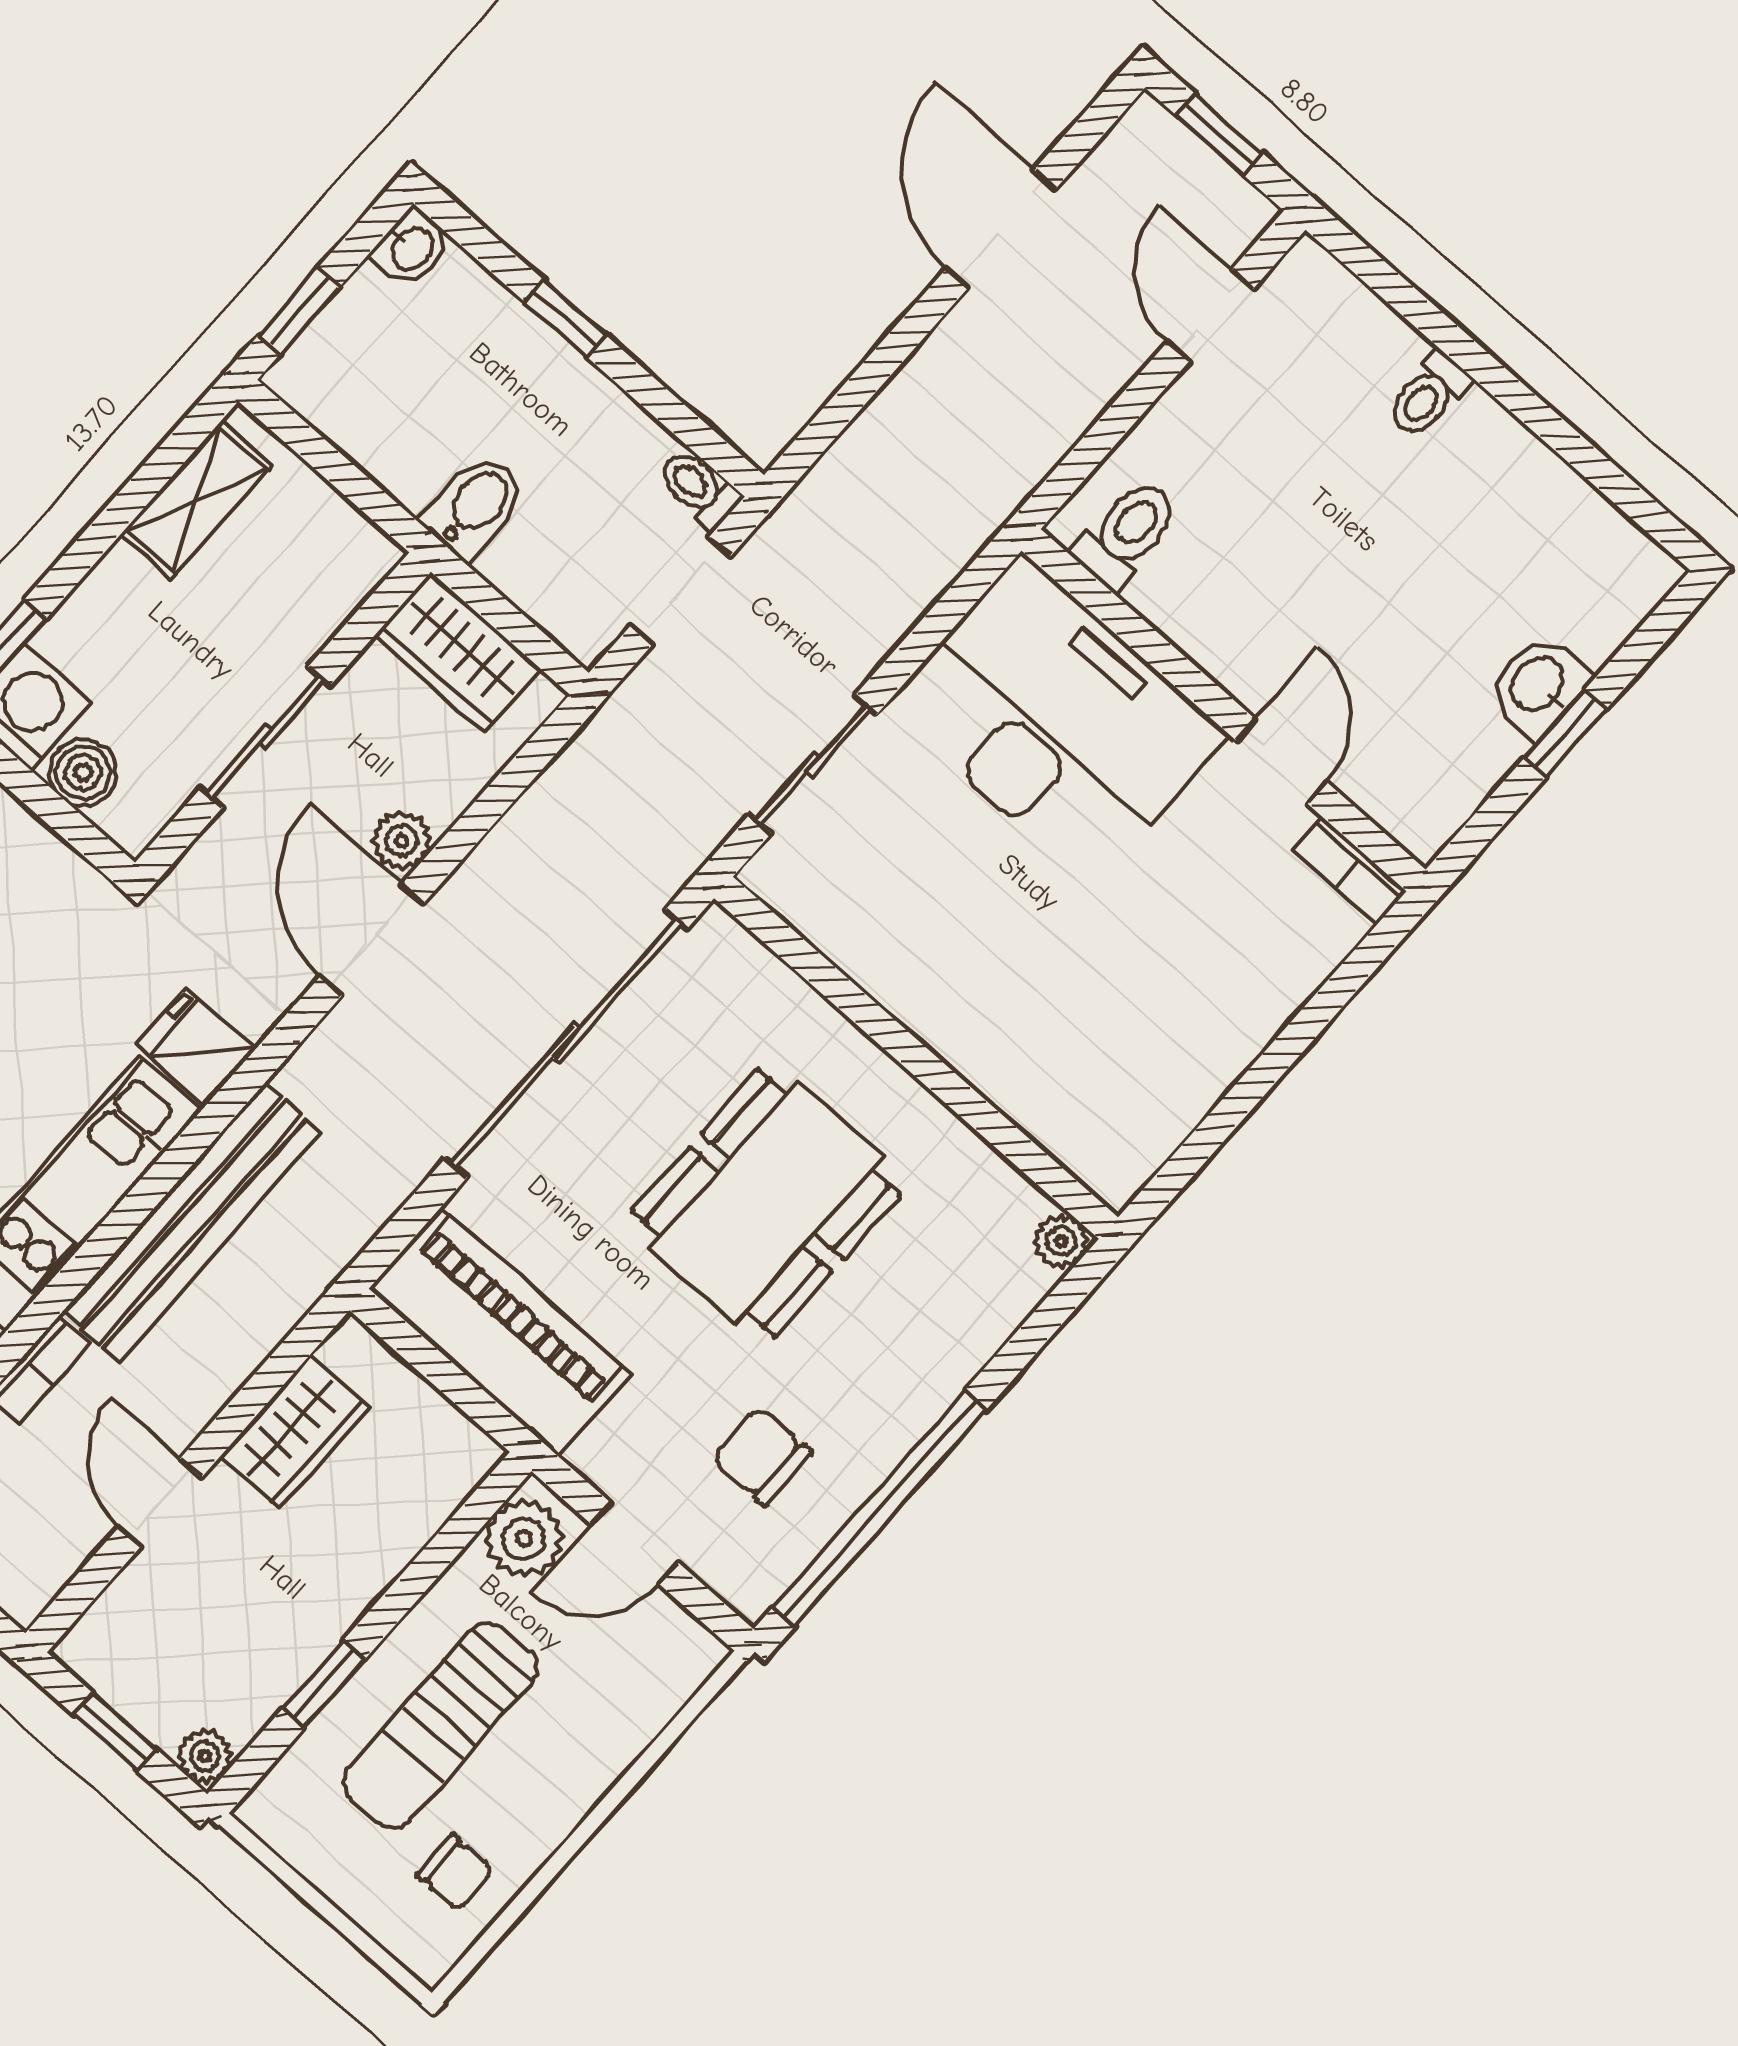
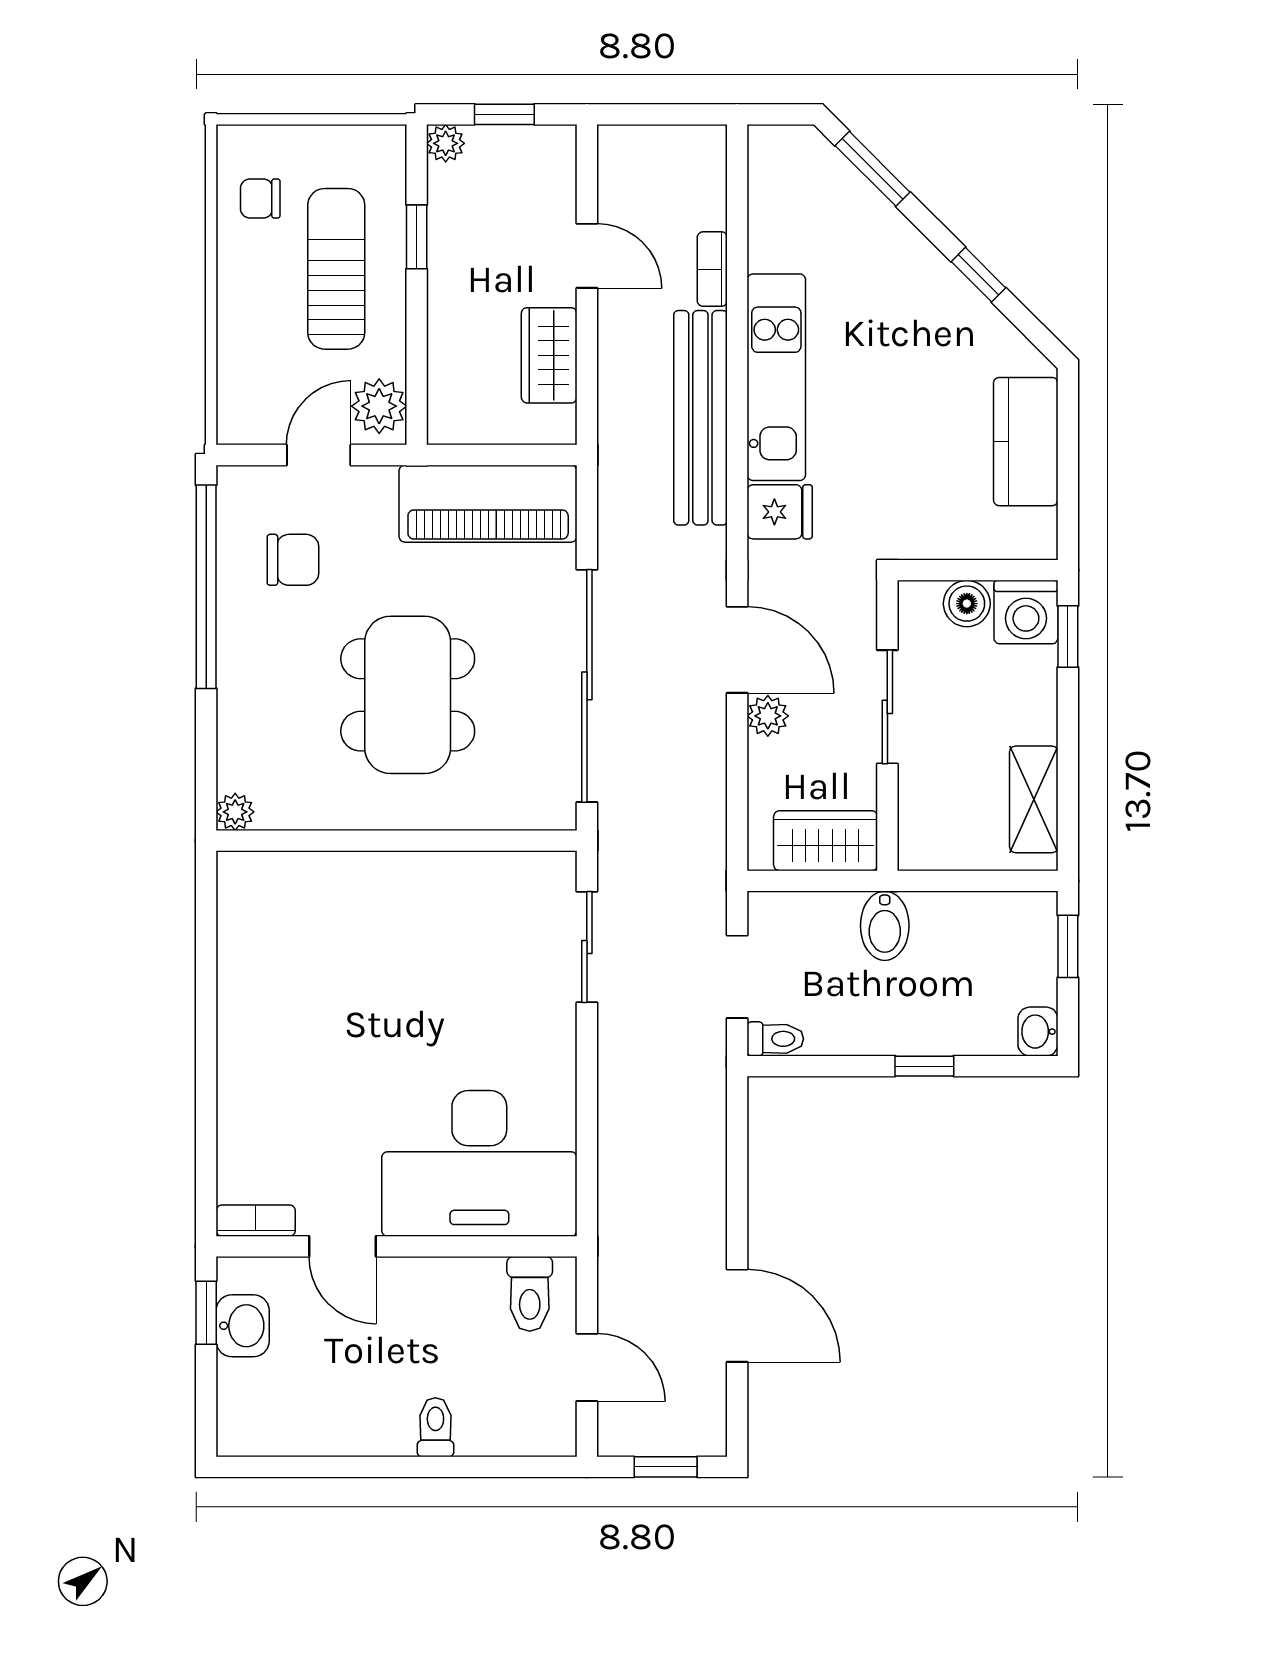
toilet: (1126, 534) -> (530, 1294), moved
wall: (1224, 710) -> (397, 1246), moved
desk: (1057, 721) -> (479, 1163), moved
door: (1281, 761) -> (342, 1246), moved
bookcase: (1350, 871) -> (256, 1221), moved

